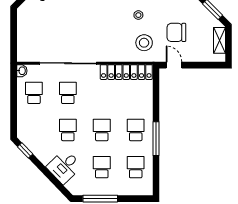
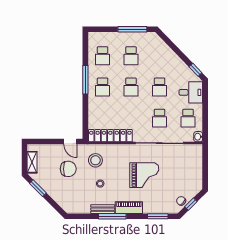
grand piano: (86, 25) -> (144, 175), added
desk: (64, 166) -> (191, 92), moved, turned 44

